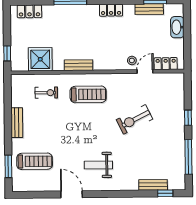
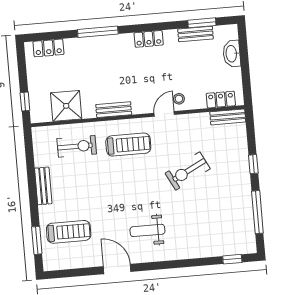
door: (145, 71) -> (164, 114), moved
exercise bike: (46, 93) -> (77, 146), width x1.38, depth x1.39
bench: (153, 185) -> (228, 117), moved

